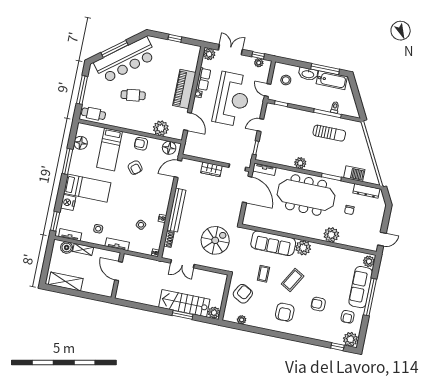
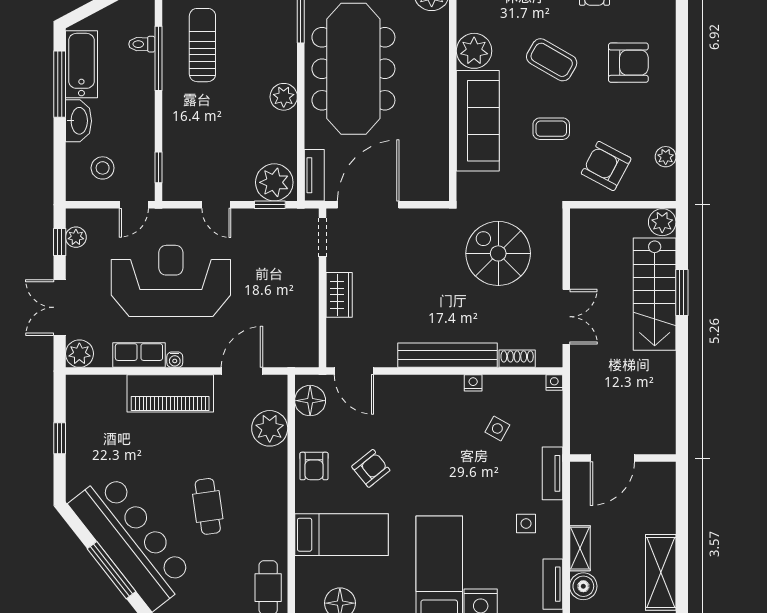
plant: (265, 152) -> (274, 182), added

